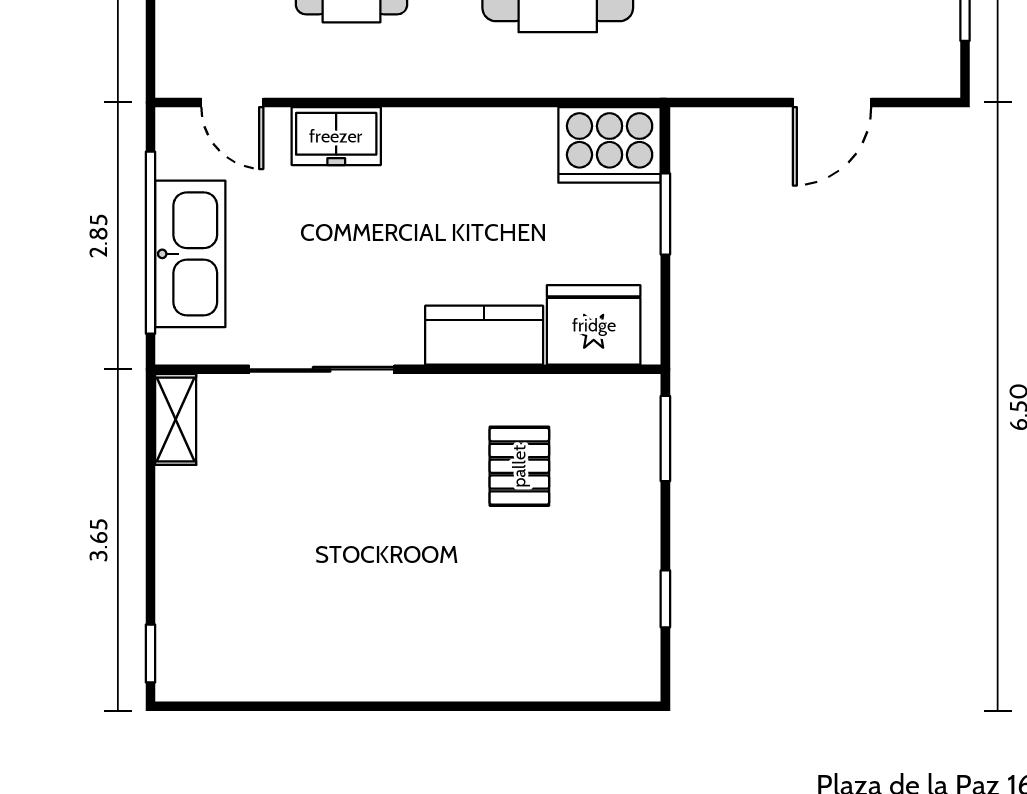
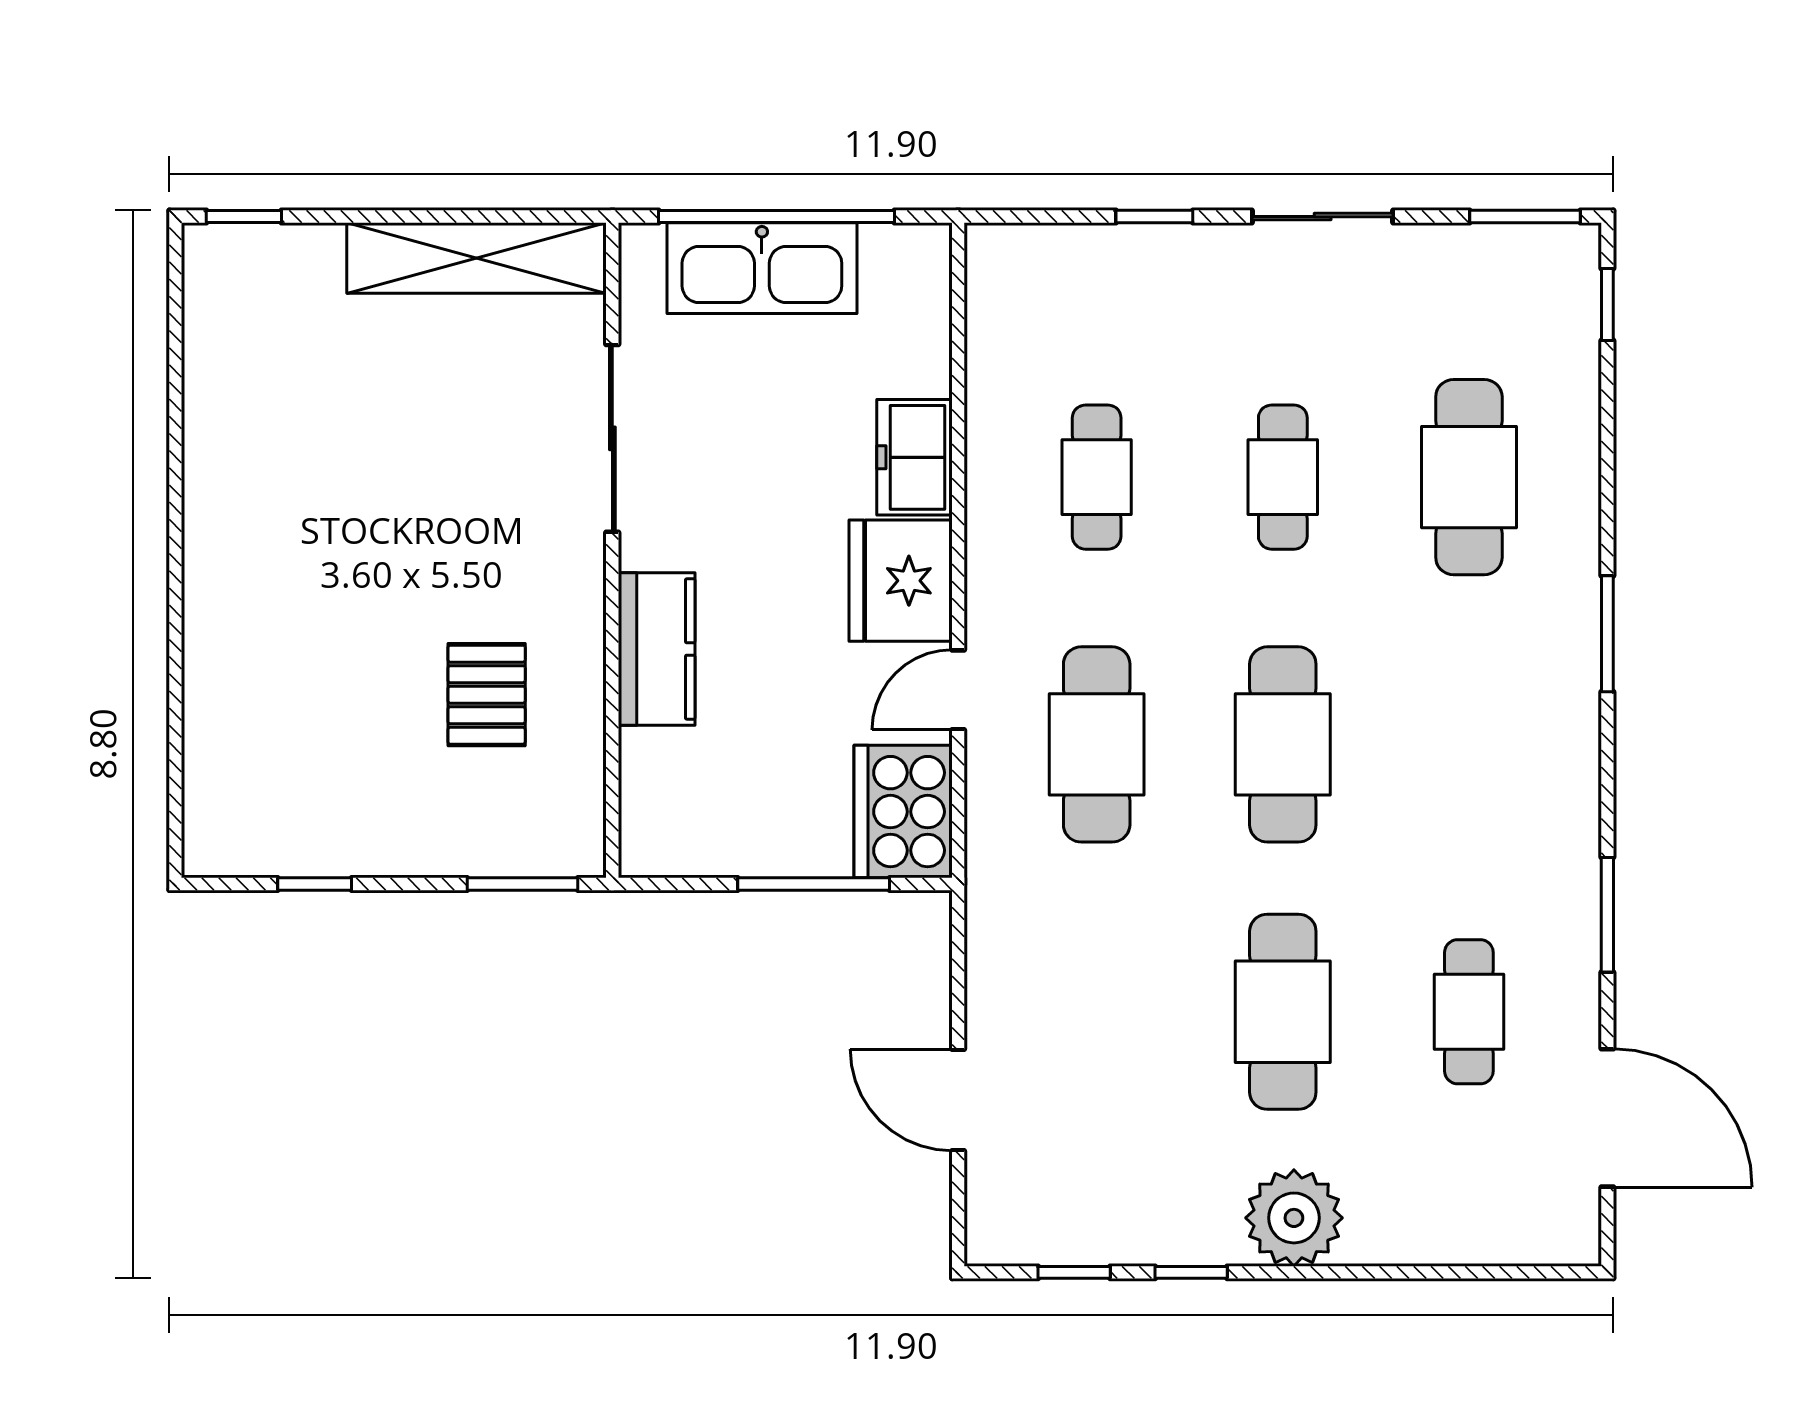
door: (232, 102) -> (958, 690), moved
window: (665, 214) -> (814, 884), width x1.44
fridge: (594, 325) -> (901, 581), moved, turned 180
shelving: (176, 419) -> (477, 258), width x2.20, depth x1.33
pallet: (519, 466) -> (487, 695), turned 90

